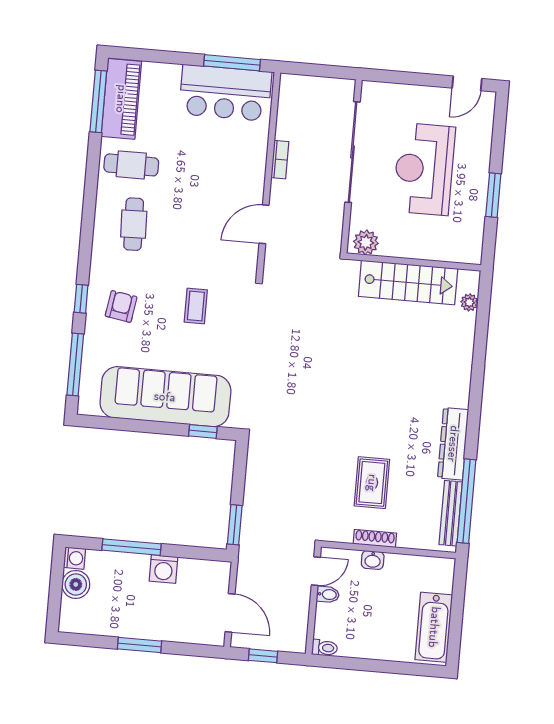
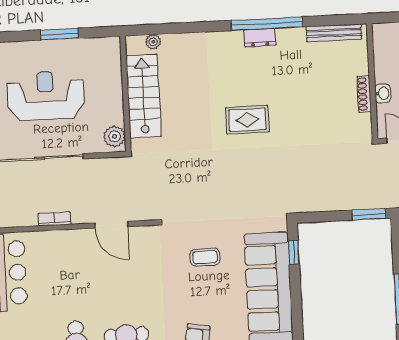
reception desk: (424, 169) -> (46, 96), turned 180
coffee table: (196, 306) -> (205, 257), moved
dresser: (453, 444) -> (260, 38), width x0.51, depth x0.80
rug: (372, 483) -> (247, 120), moved
window: (467, 501) -> (267, 24), moved

